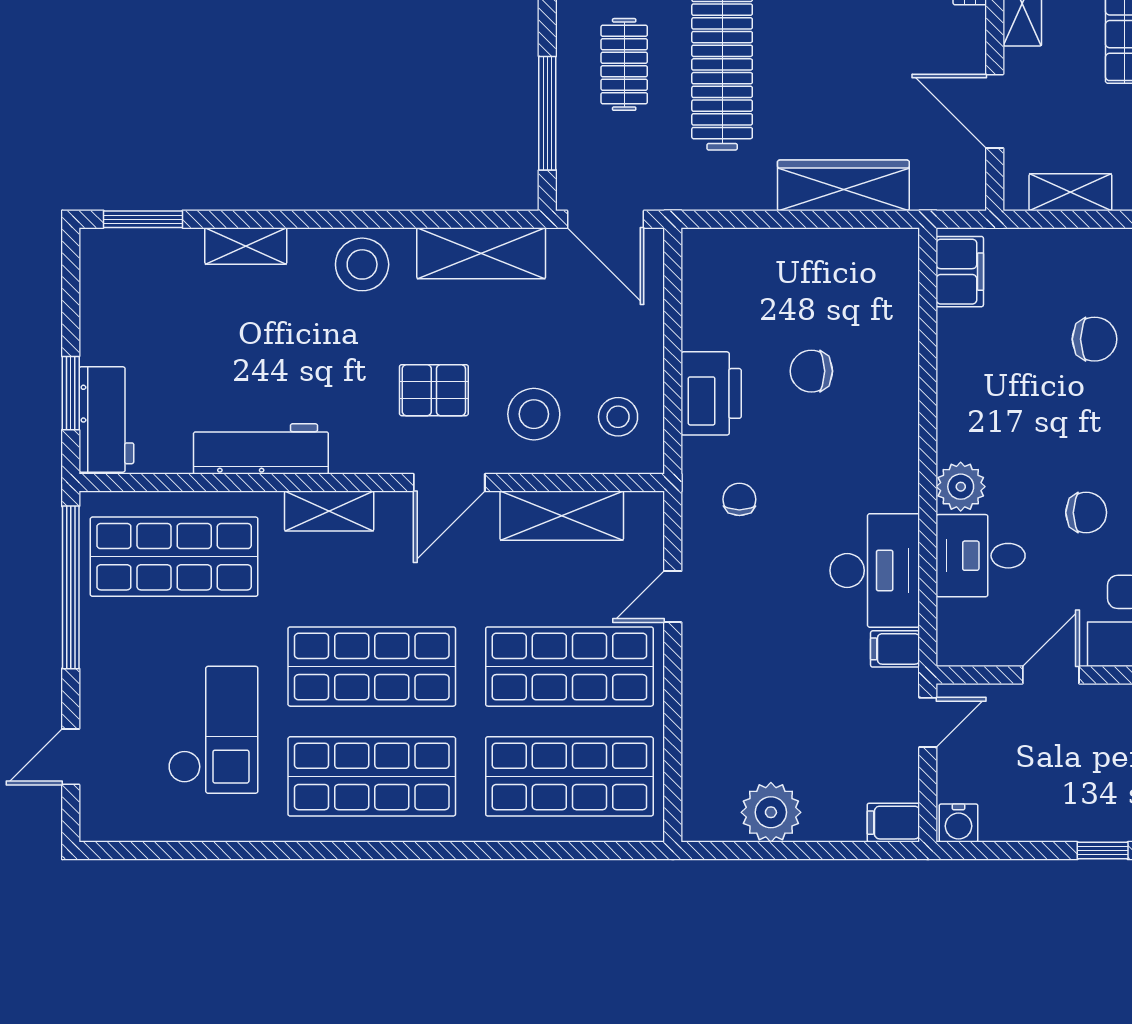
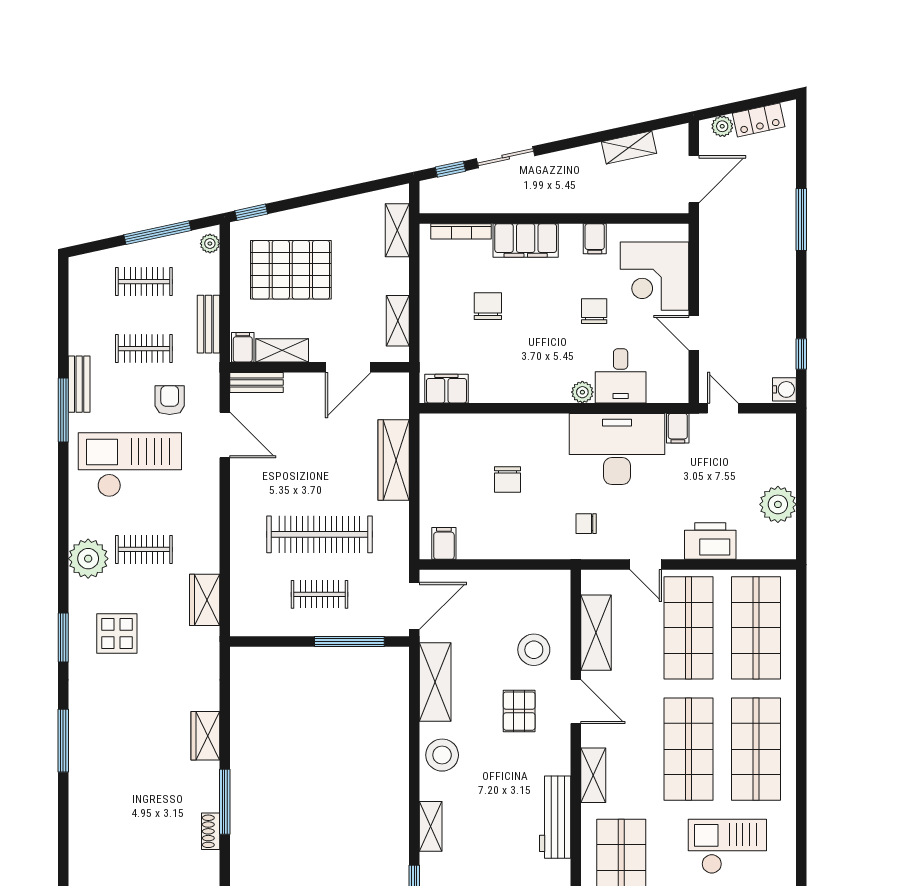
printer: (711, 393) -> (710, 541), moved
stool: (618, 417) -> (535, 598), removed
plant: (961, 487) -> (582, 392), width x0.73, depth x0.73
desk: (875, 570) -> (617, 449), width x1.36, depth x1.30
filing cabinet: (893, 823) -> (444, 543), moved, turned 180
window: (1103, 851) -> (801, 354), moved

